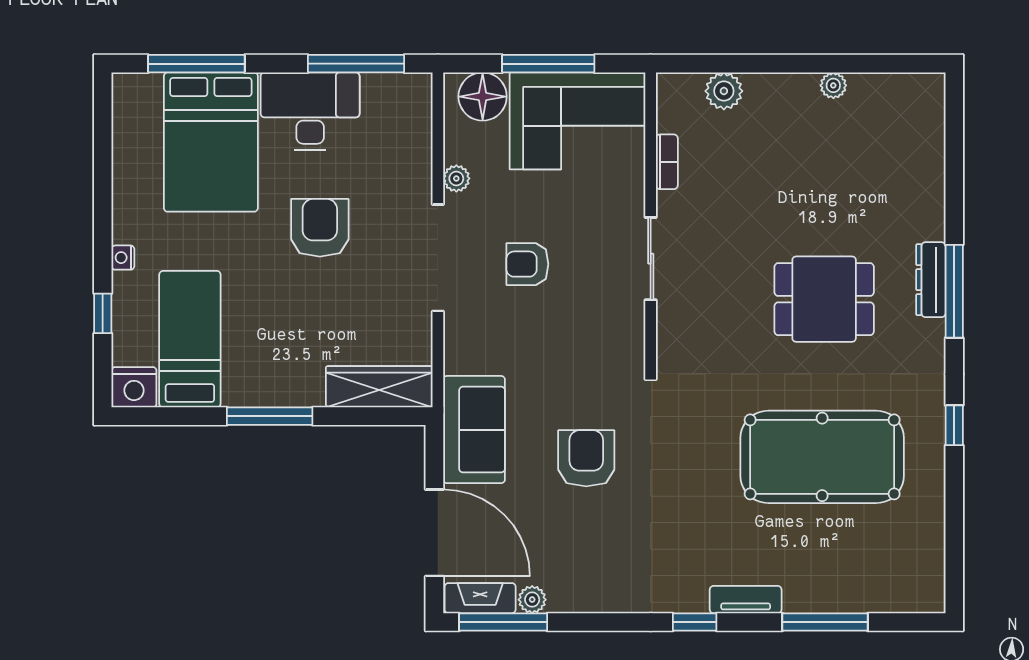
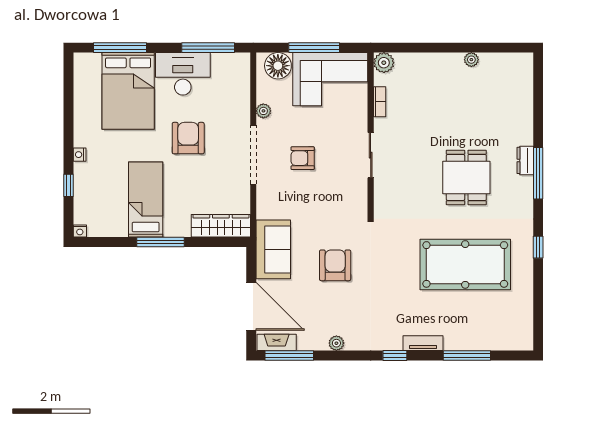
plant: (724, 91) -> (384, 63), moved
dresser: (931, 280) -> (525, 160), width x0.70
dining table: (824, 299) -> (466, 177), turned 90
bed: (190, 339) -> (146, 200), moved
nightstand: (134, 387) -> (80, 231), width x0.53, depth x0.56
plant: (532, 600) -> (336, 343), moved

